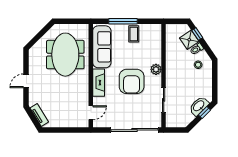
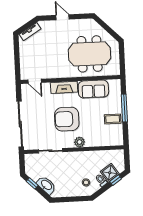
sofa: (102, 47) -> (93, 89), width x0.73
window: (204, 112) -> (32, 183), moved

